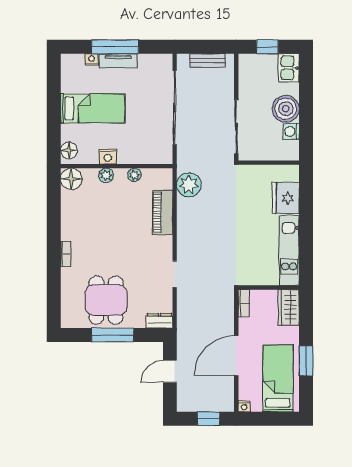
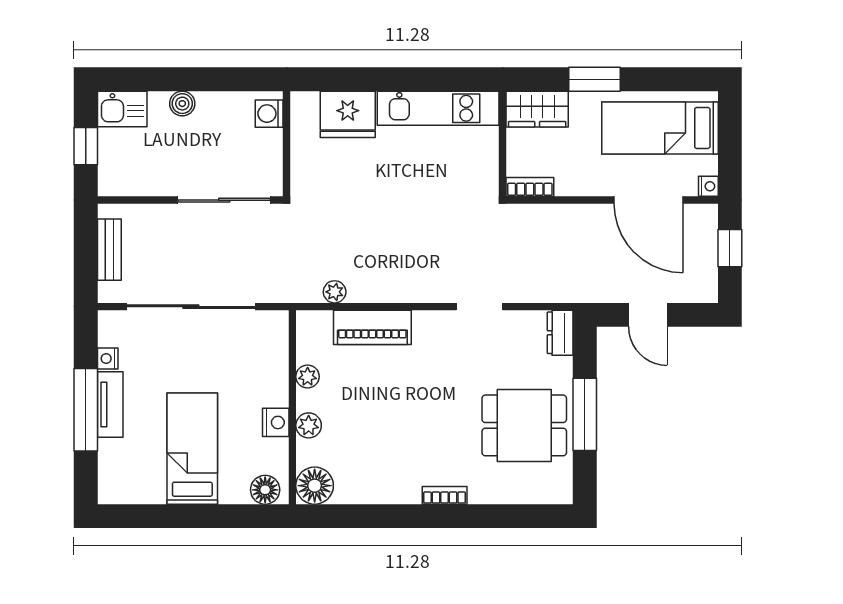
nightstand: (92, 59) -> (108, 359), moved
boiler: (286, 109) -> (182, 104), width x0.54, depth x0.54
washing machine: (291, 131) -> (269, 114), moved, turned 90
plant: (189, 185) -> (335, 292), width x0.53, depth x0.53
door: (236, 356) -> (648, 200), moved
window: (306, 361) -> (594, 79), moved

